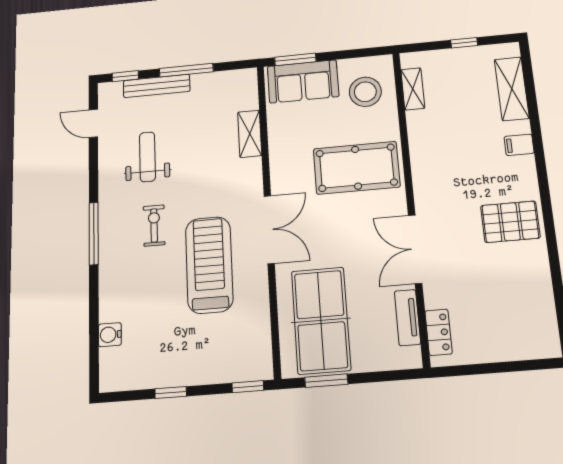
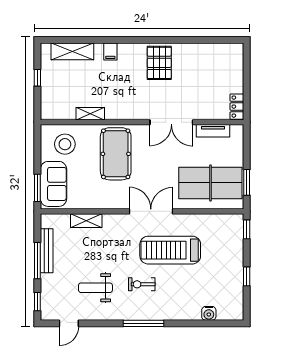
bench: (157, 86) -> (47, 251), moved
shelving: (413, 89) -> (90, 114), moved
locker: (439, 332) -> (237, 107), moved, turned -90

